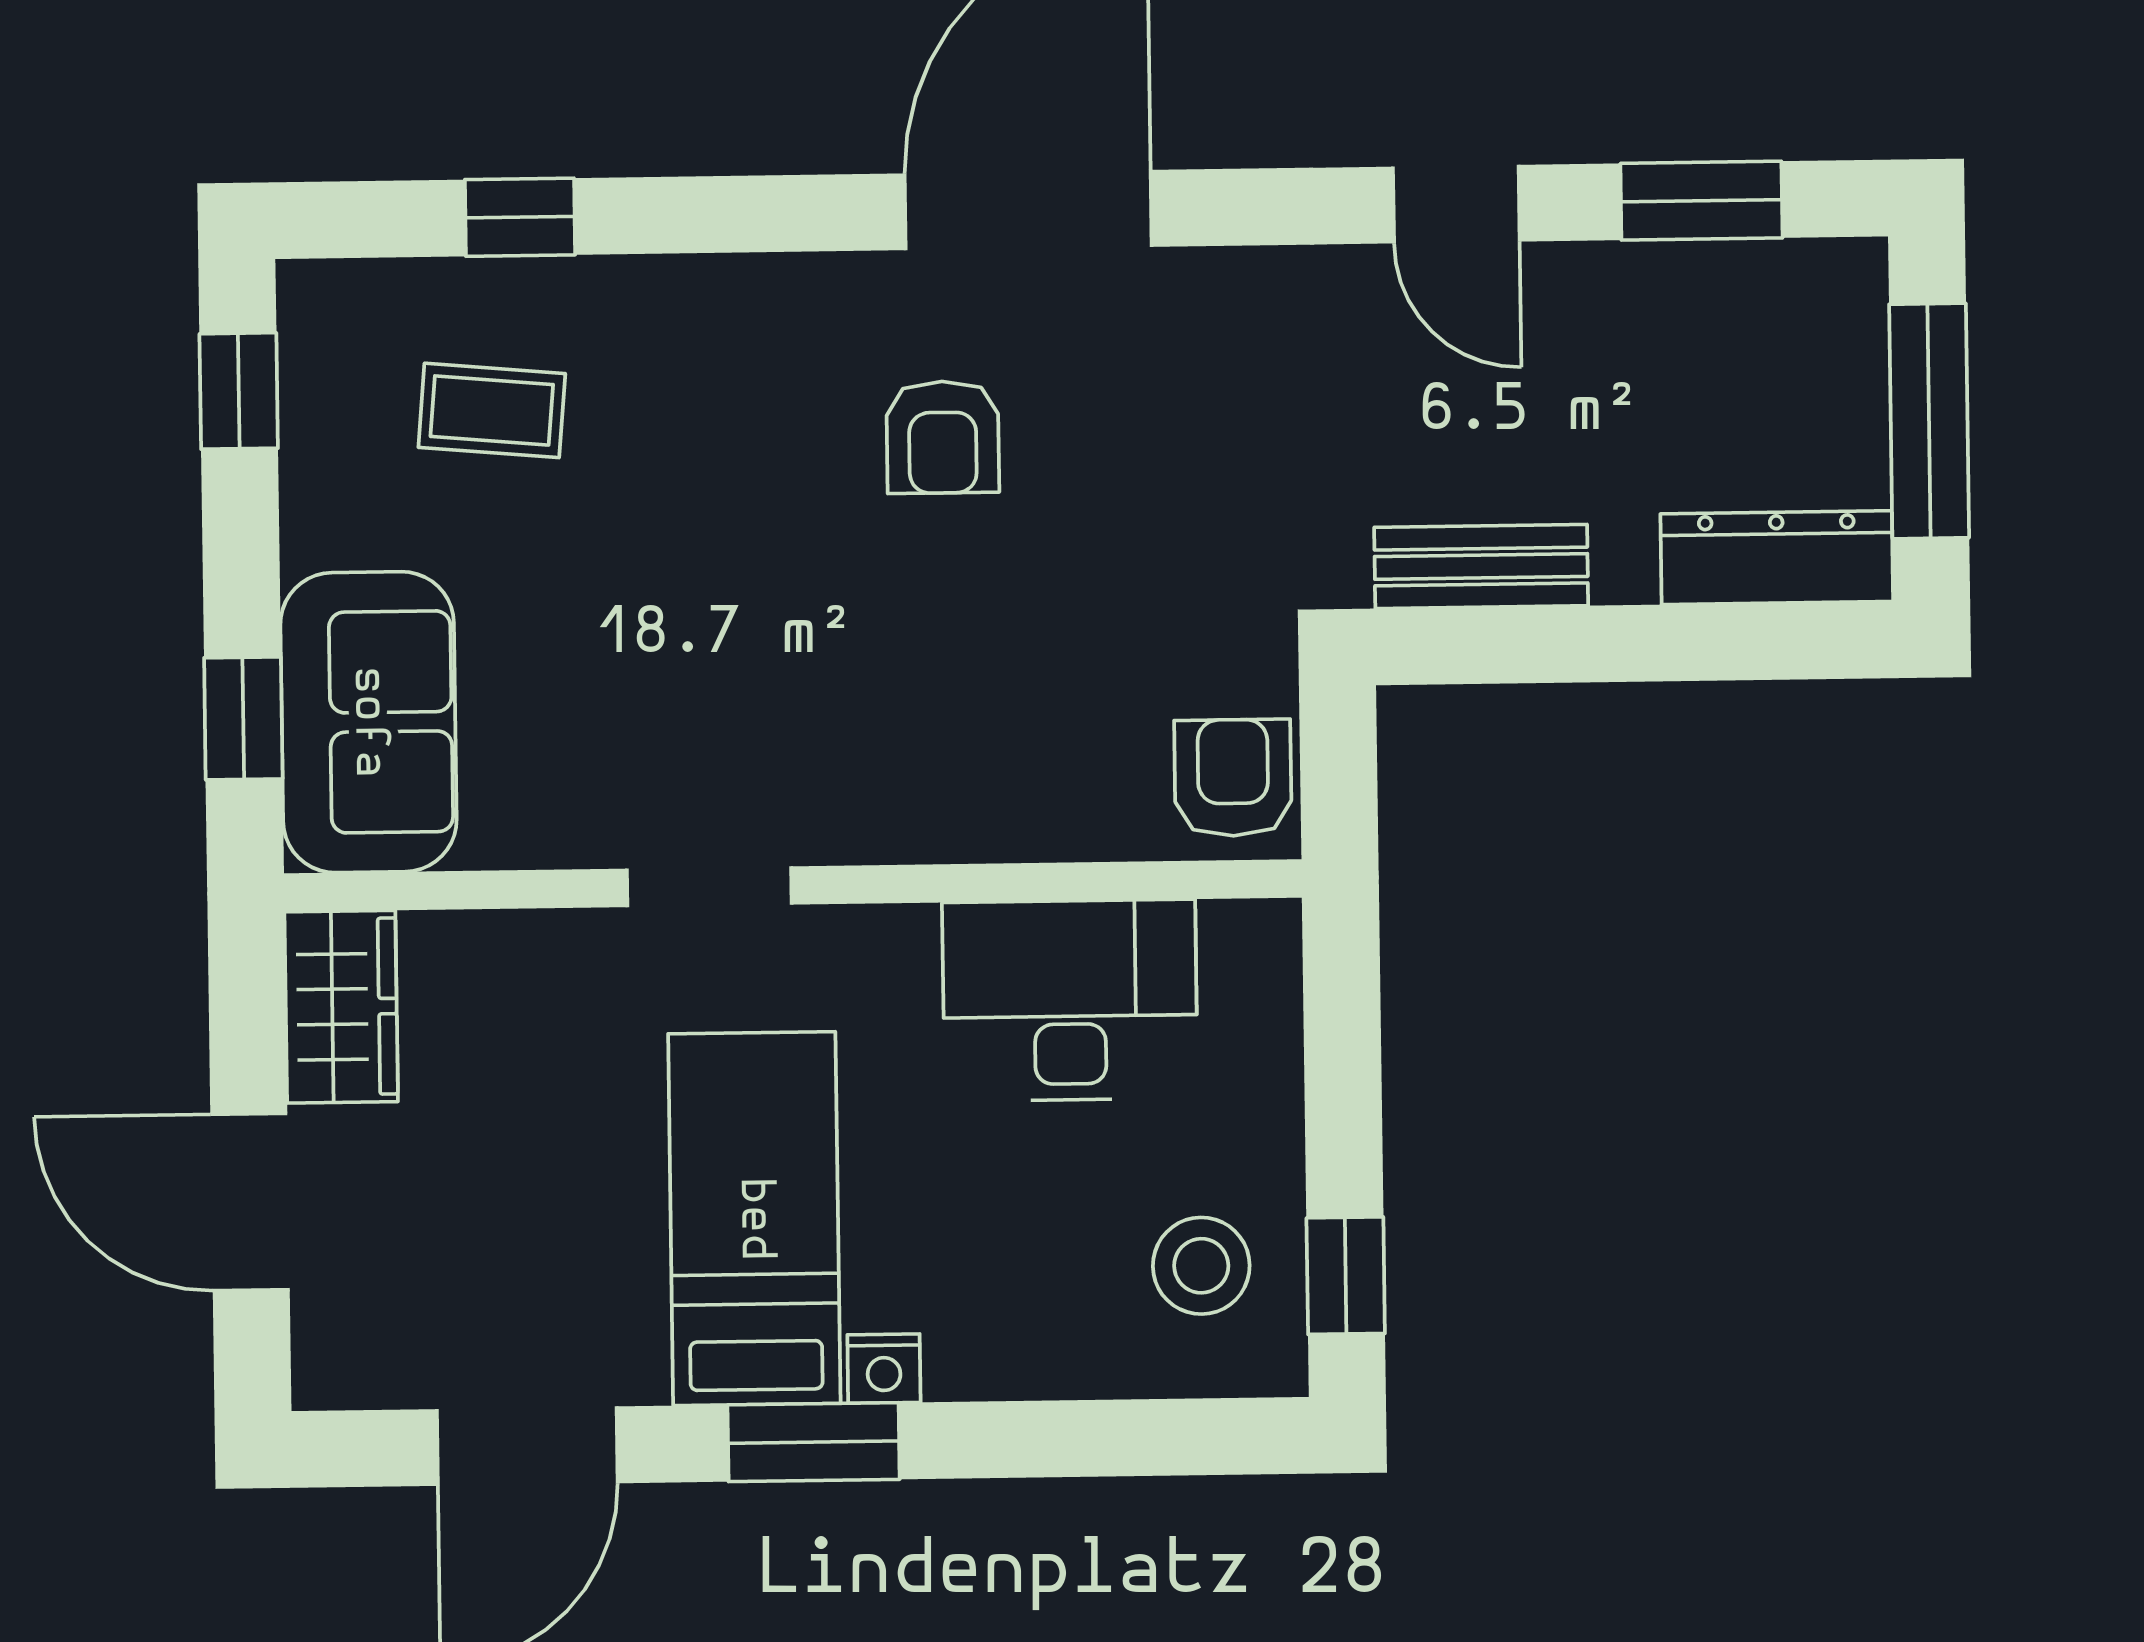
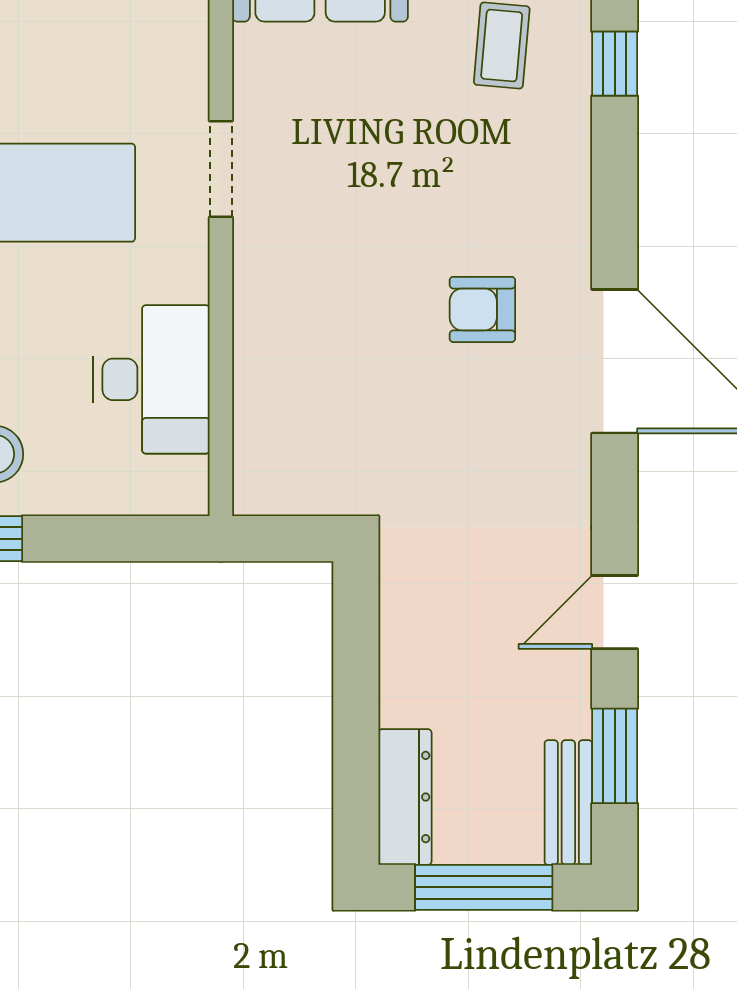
bench: (1481, 566) -> (568, 803), moved
armchair: (1233, 778) -> (280, 477), removed

